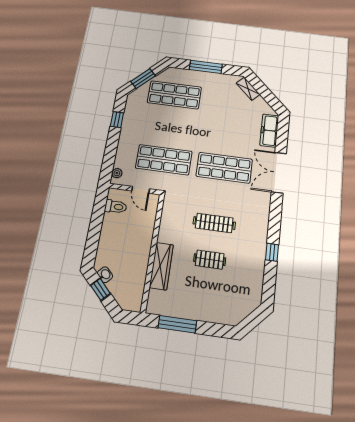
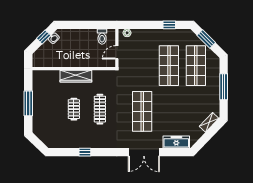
shop shelf: (164, 160) -> (169, 66), moved
double door: (279, 173) -> (144, 152), swing flipped
wardrobe: (161, 266) -> (76, 76), moved
window: (177, 324) -> (28, 103), moved

